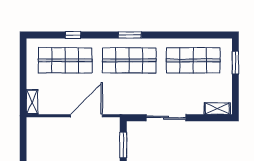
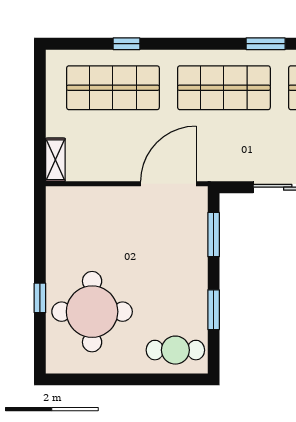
window: (130, 35) -> (266, 44), moved
door: (86, 116) -> (168, 184), moved

